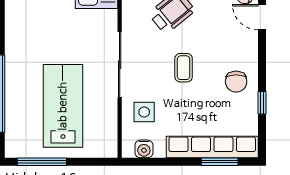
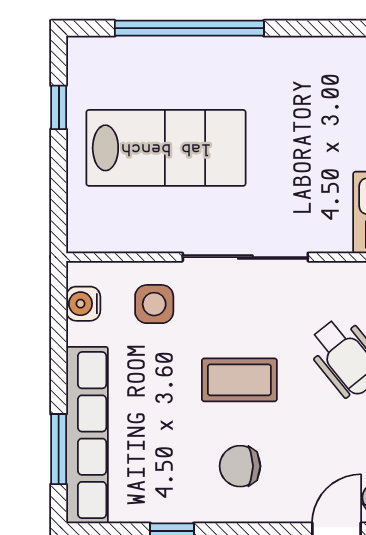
coffee table: (184, 68) -> (239, 380), width x1.36, depth x1.30
chair: (236, 82) -> (240, 466), moved
window: (42, 162) -> (59, 107), width x0.46

